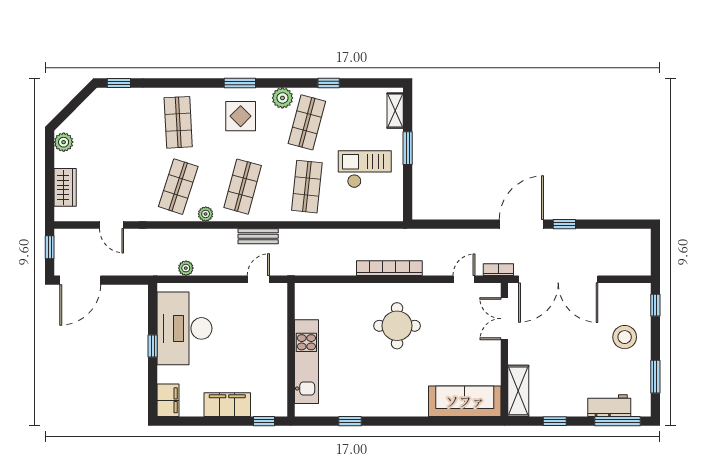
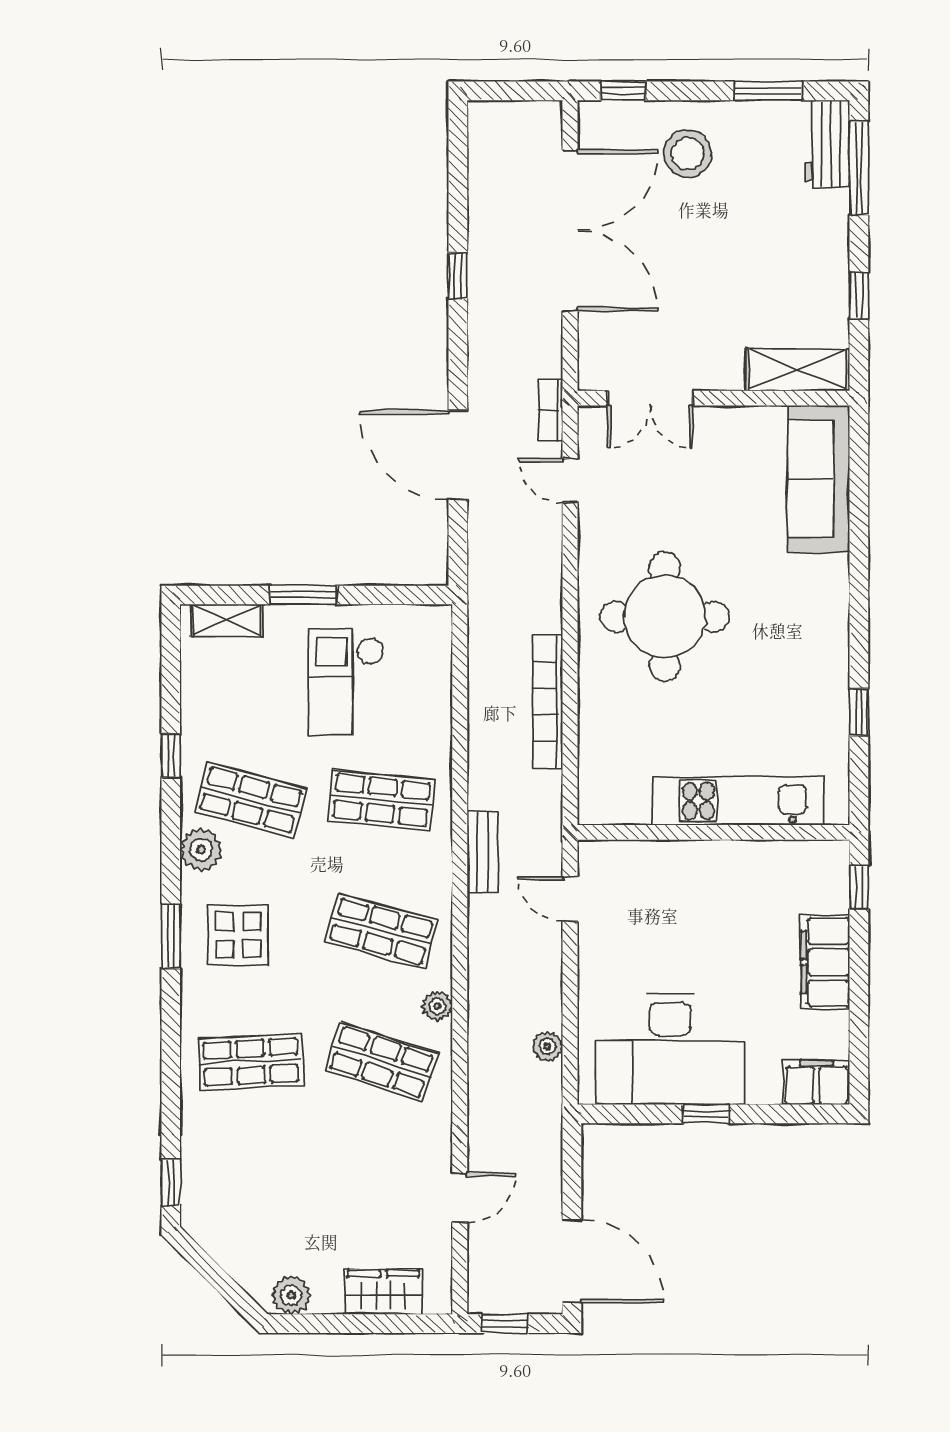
door: (521, 224) -> (458, 455), moved
bench: (258, 236) -> (483, 852), moved
bookcase: (389, 268) -> (548, 701), moved
double door: (558, 279) -> (570, 231), moved
round table: (397, 326) -> (665, 617), width x1.36, depth x1.36
workbench: (609, 406) -> (827, 144), moved

